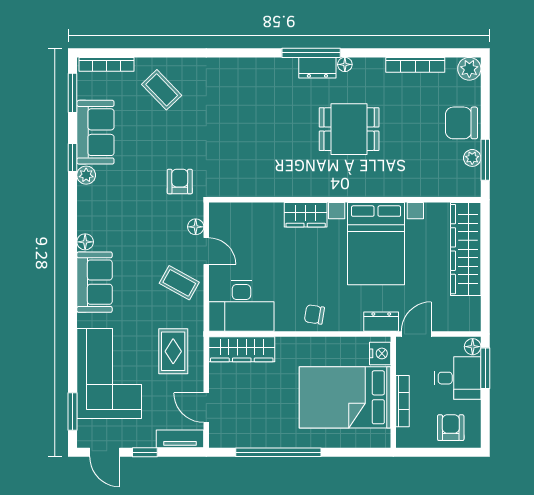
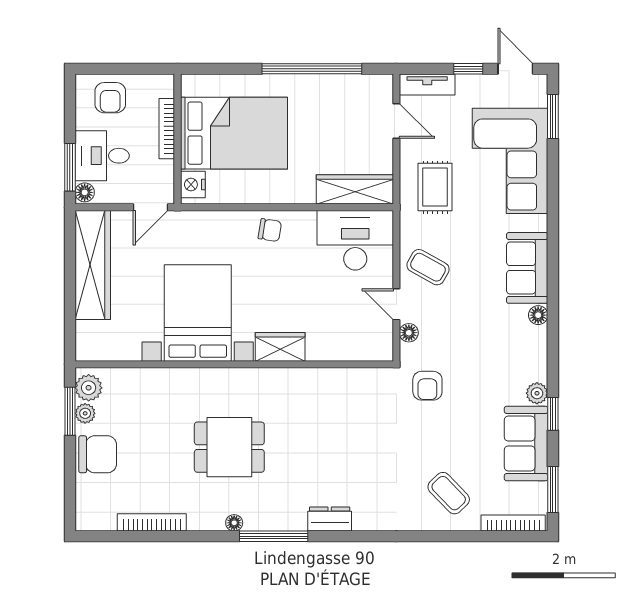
dresser: (317, 68) -> (330, 519), moved
plant: (469, 69) -> (89, 388), moved
wardrobe: (466, 249) -> (93, 265), moved
dresser: (381, 322) -> (192, 222), removed

